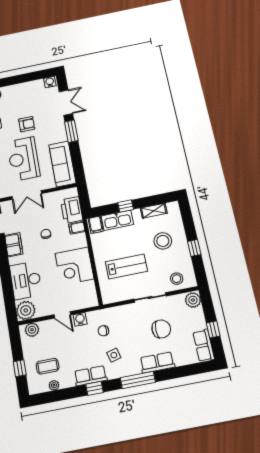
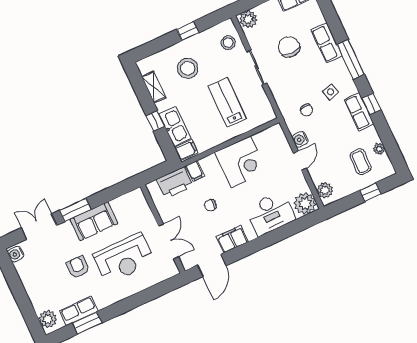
sofa: (62, 164) -> (94, 221), moved, width x0.73

